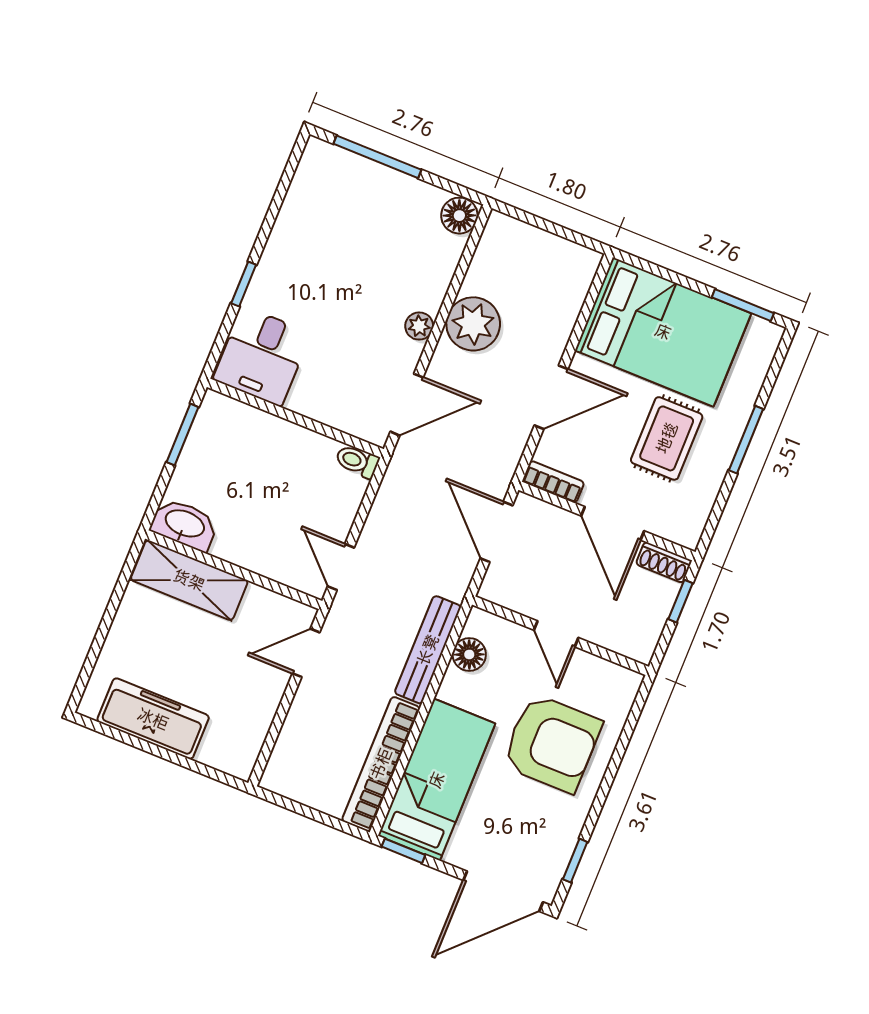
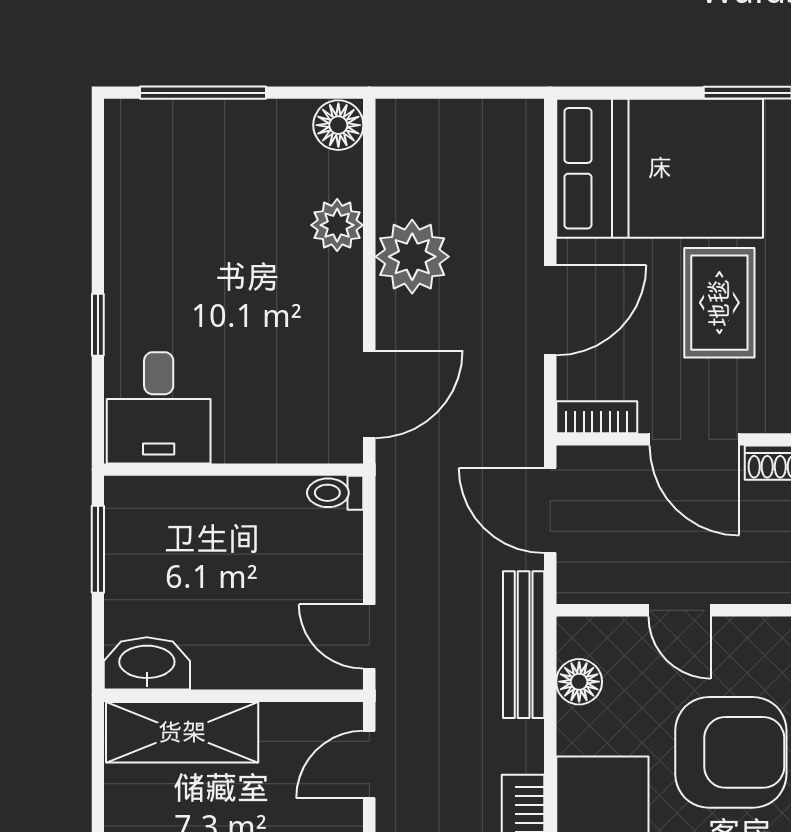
plant: (419, 326) -> (337, 225), moved, width x1.38, depth x1.38
bench: (428, 650) -> (524, 645), moved

